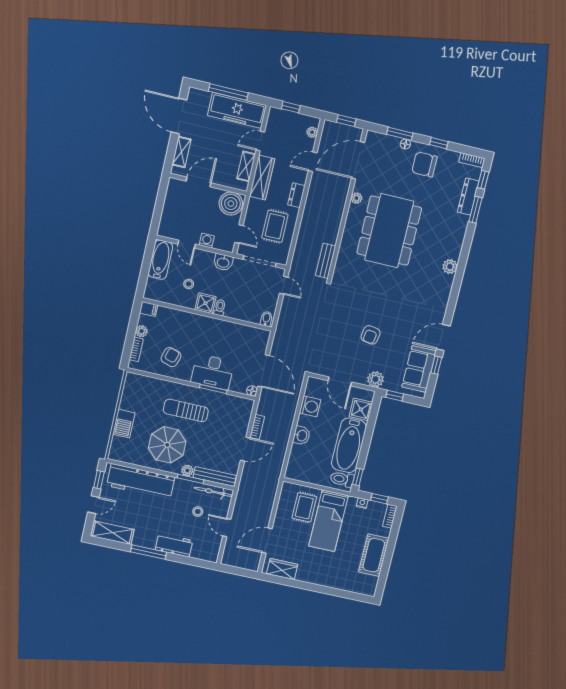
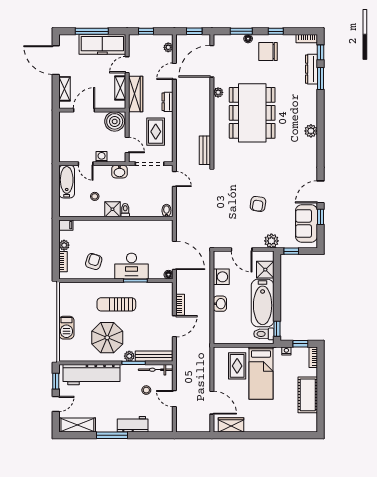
door: (267, 541) -> (212, 403), swing flipped

